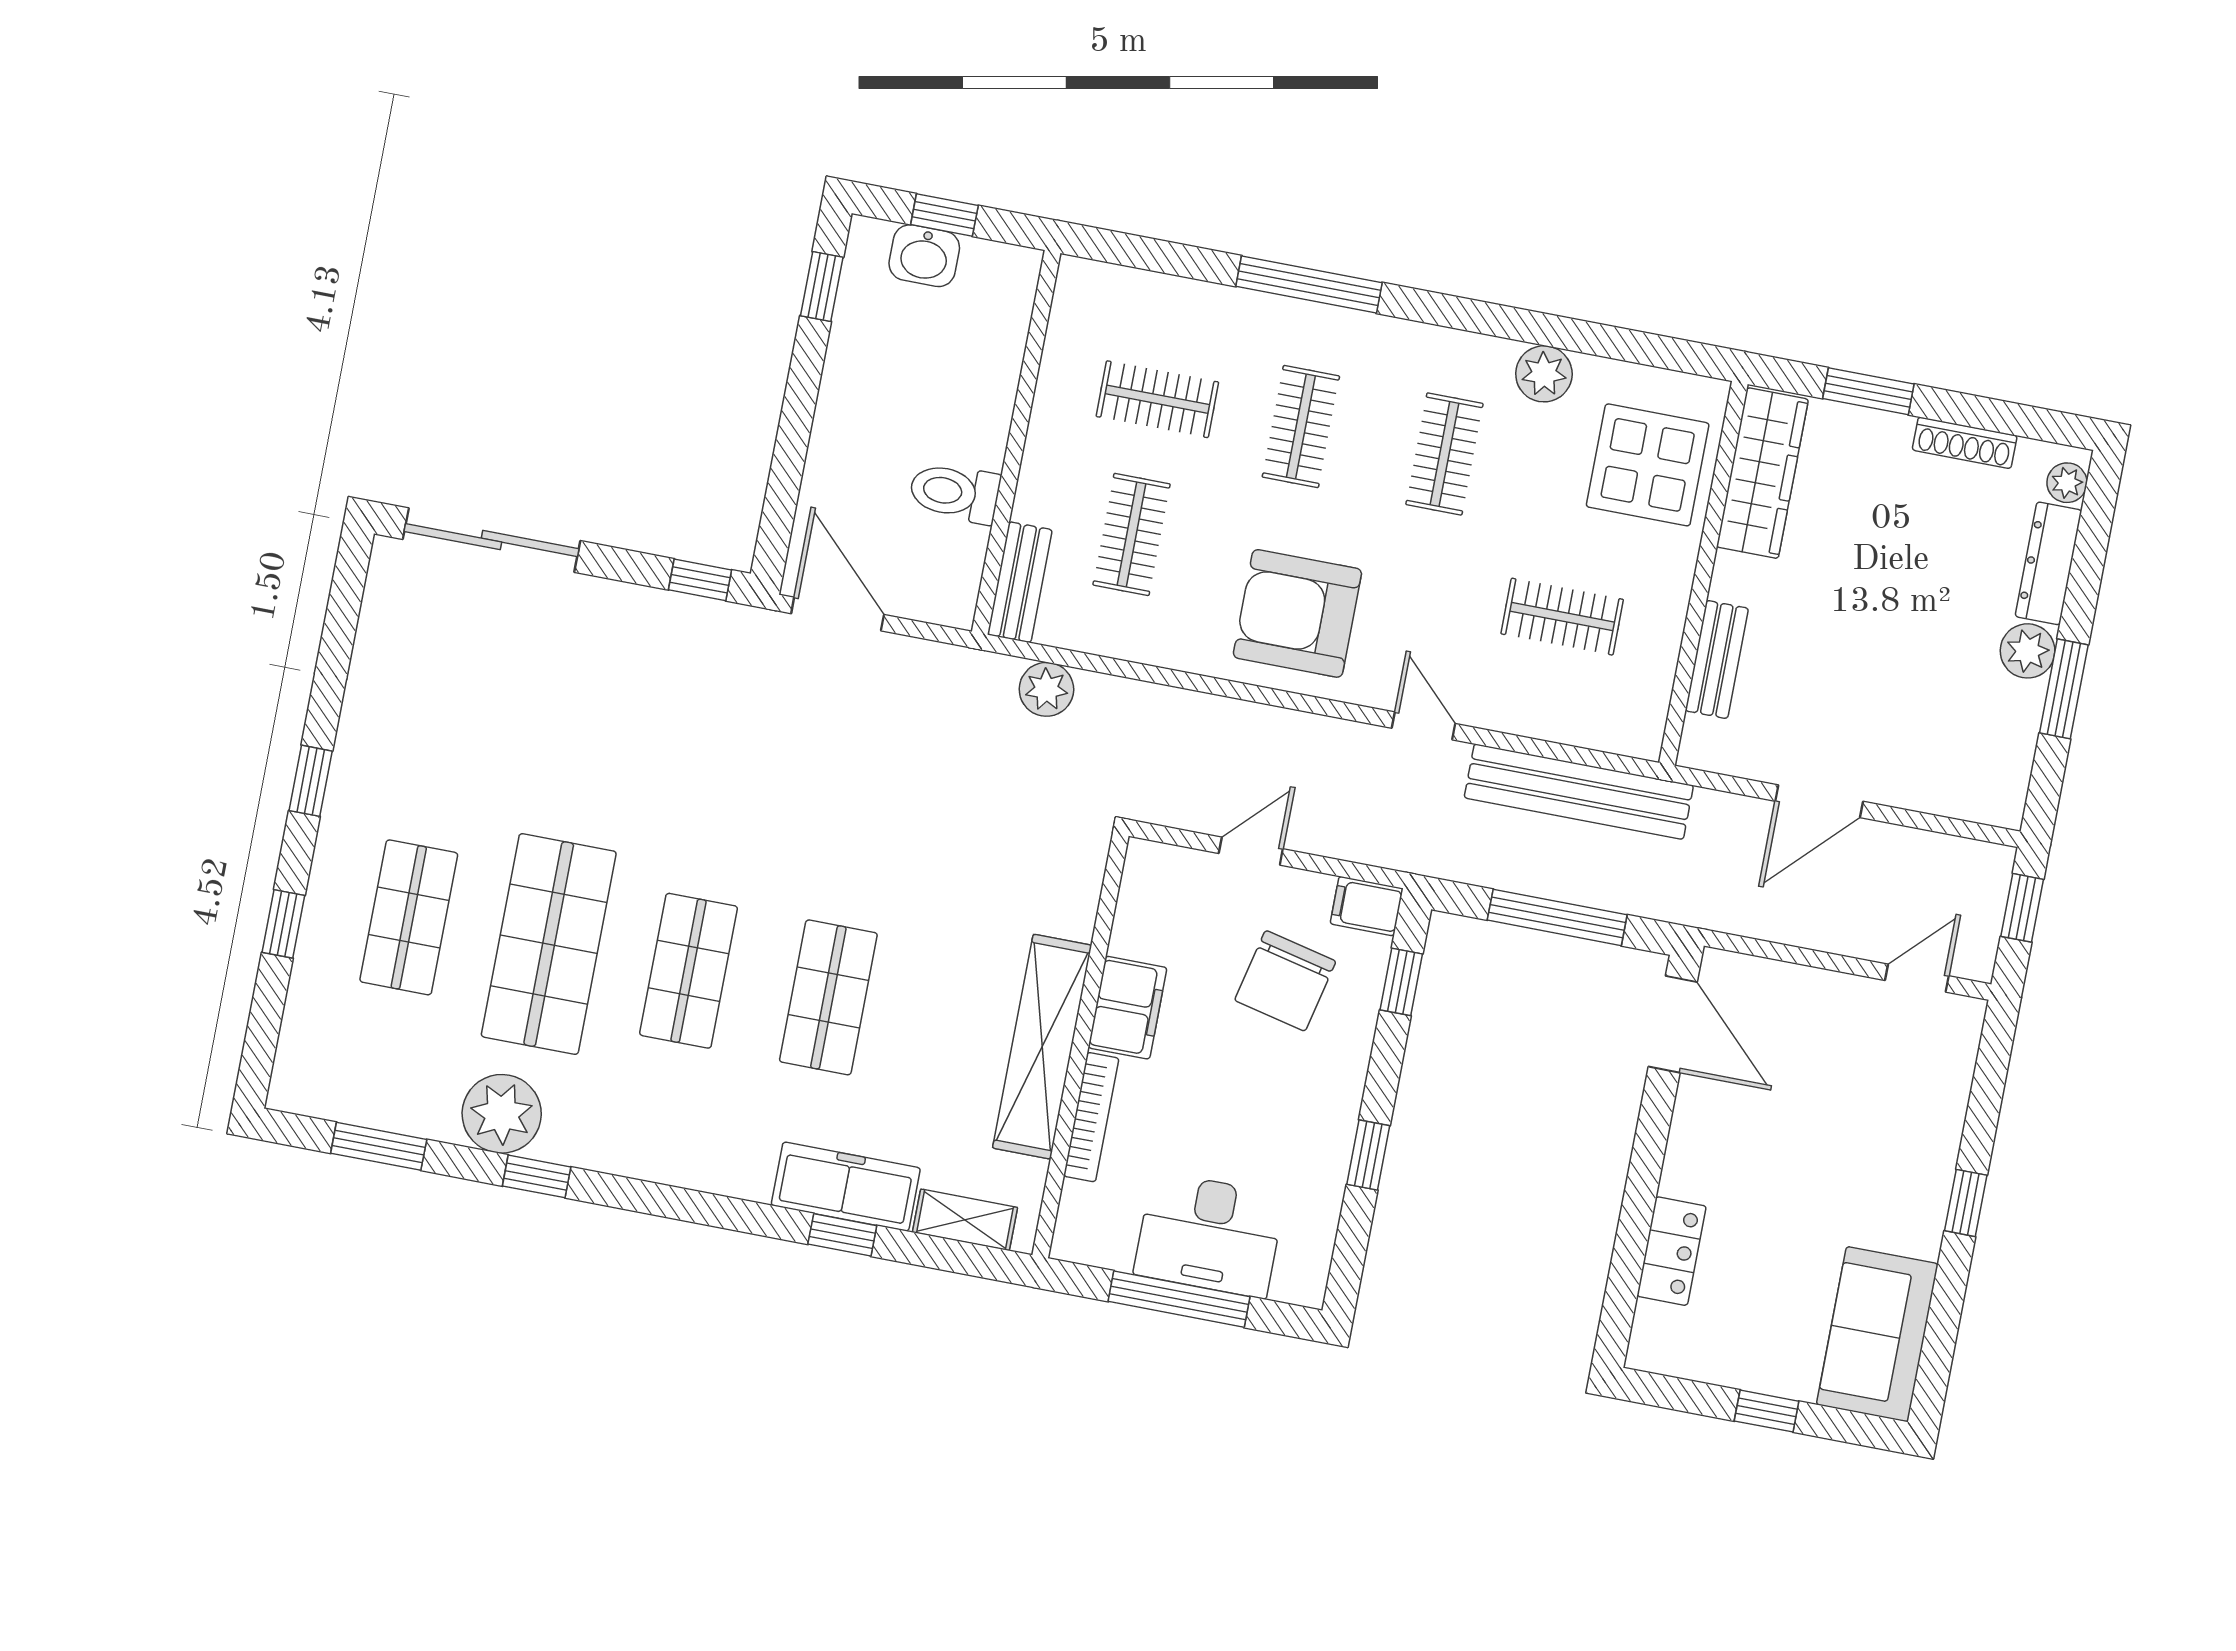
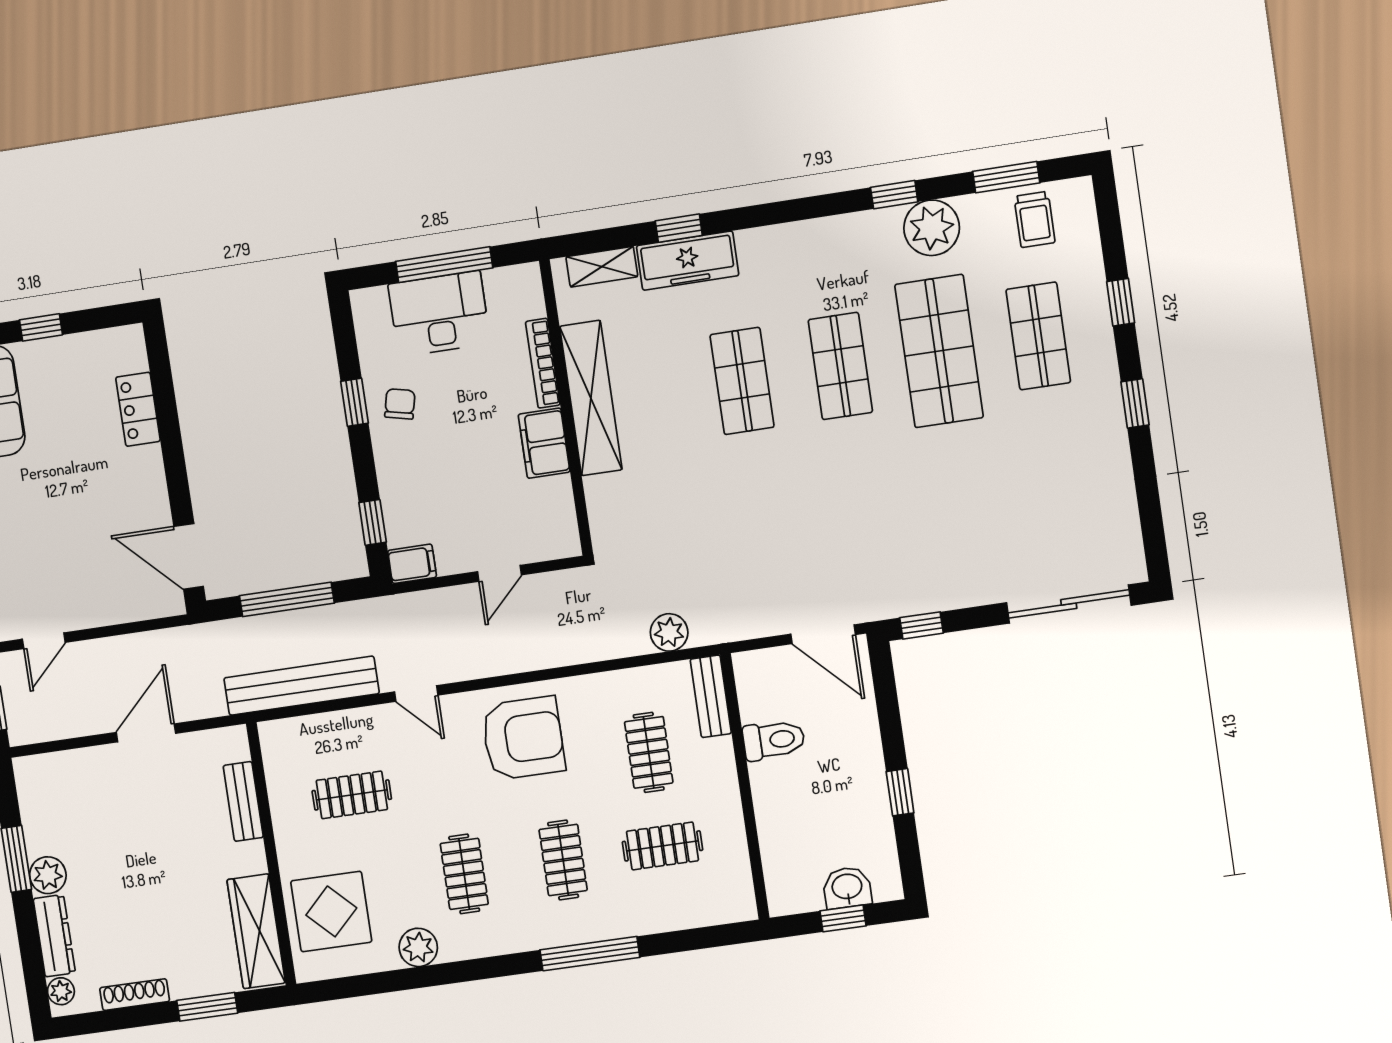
window: (822, 287) -> (900, 792), moved
chair: (1285, 981) -> (400, 404), moved, width x0.54, depth x0.54
trolley: (360, 1076) -> (1035, 219), added

